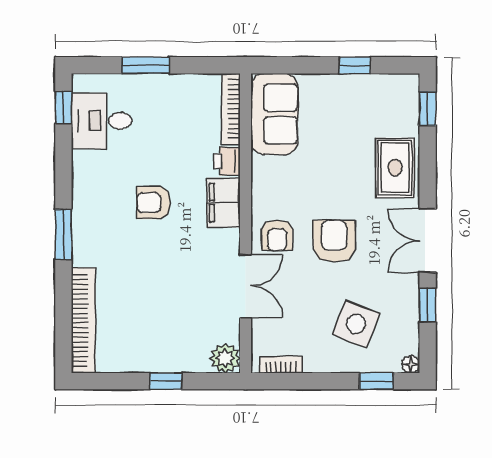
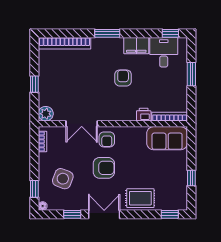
filing cabinet: (224, 203) -> (136, 46), moved, turned 180
armchair: (277, 235) -> (107, 139), turned -90

